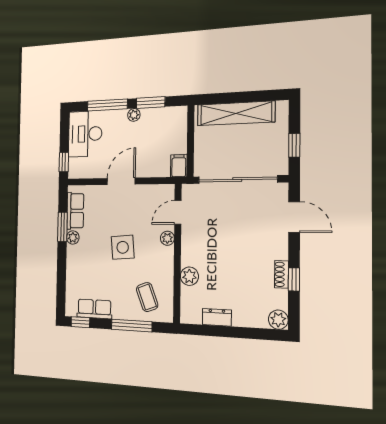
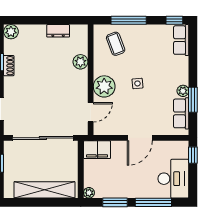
plant: (134, 115) -> (89, 193), moved
filing cabinet: (179, 166) -> (97, 150), width x2.00
plant: (167, 238) -> (104, 86), width x1.87, depth x1.87
side table: (123, 247) -> (137, 83), width x0.54, depth x0.54
row of seats: (94, 309) -> (181, 40), moved, turned 90

